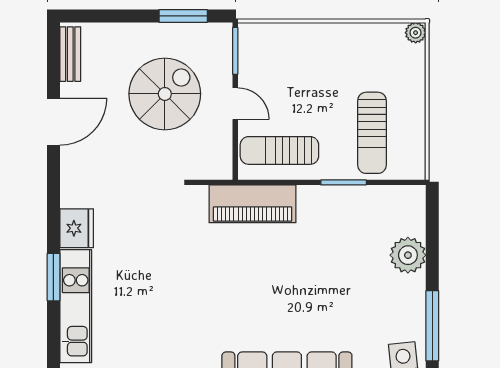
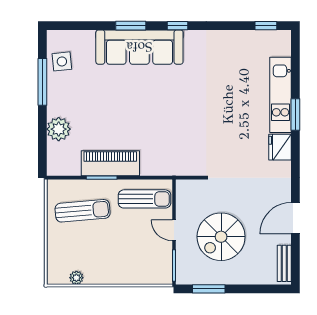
plant: (416, 33) -> (76, 278), moved
sun lounger: (372, 133) -> (83, 211), turned 85
piano: (252, 204) -> (110, 163), moved

